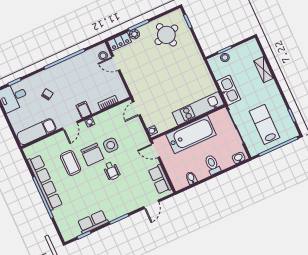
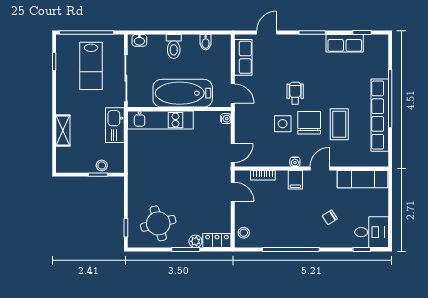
door: (116, 63) -> (233, 192), moved

